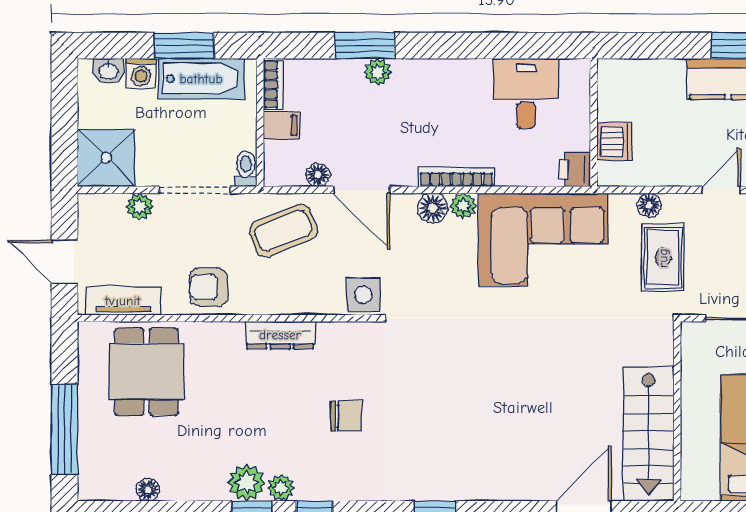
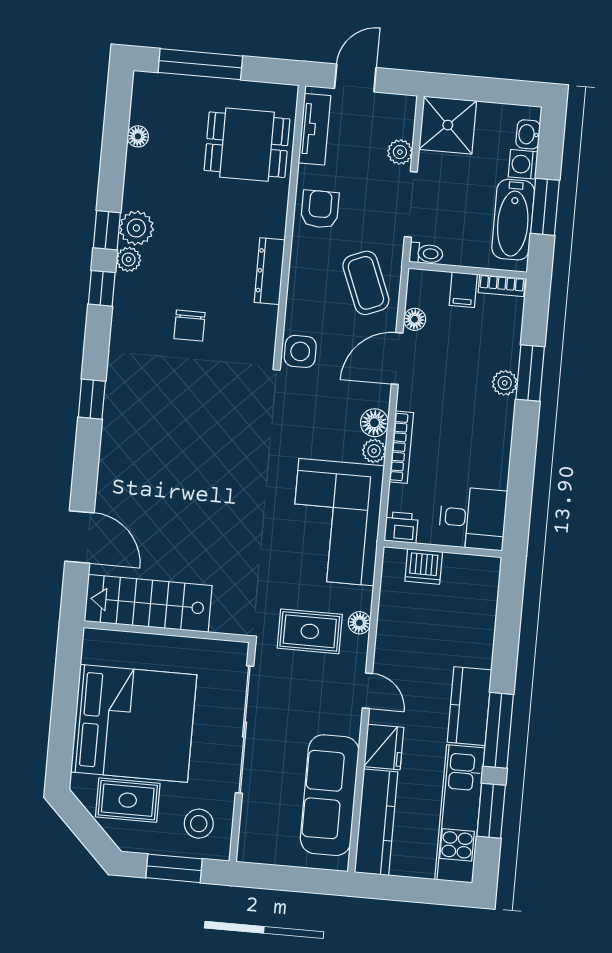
wall: (594, 123) -> (443, 549), moved
dishwasher: (615, 141) -> (424, 567), moved
printer: (575, 169) -> (401, 527), moved

